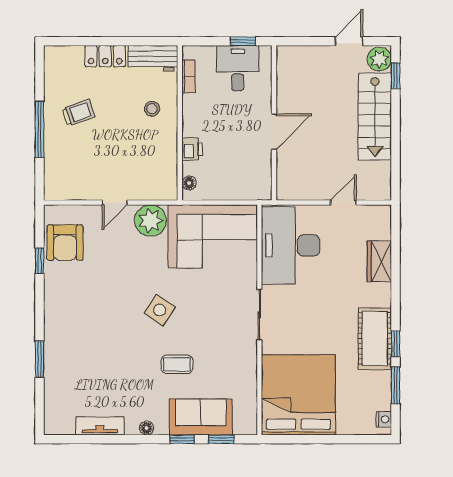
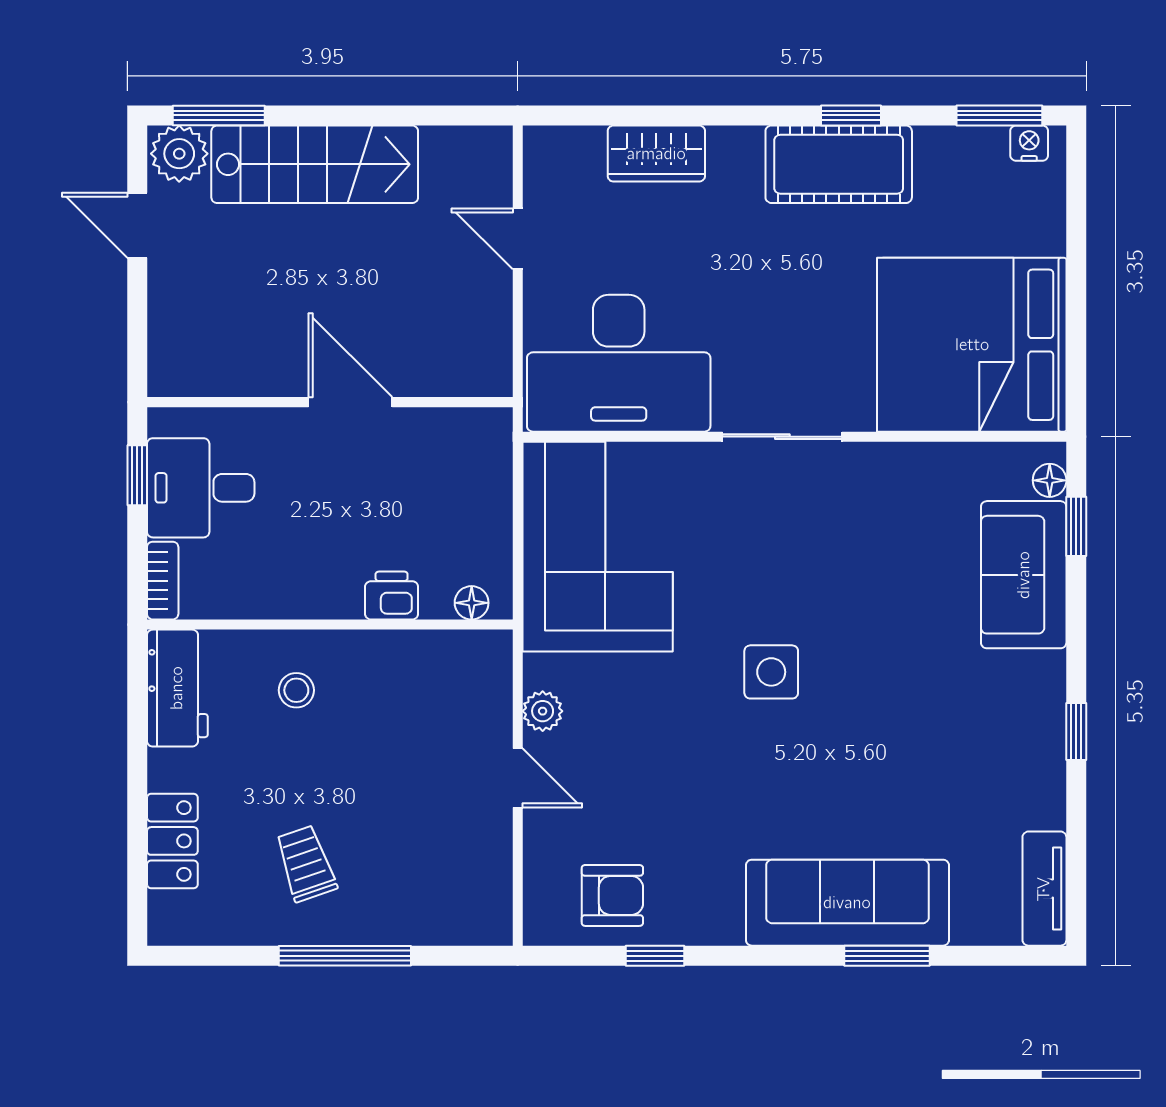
locker: (105, 56) -> (172, 841), moved
window: (396, 76) -> (219, 115), width x1.50
bookcase: (188, 77) -> (163, 581), moved, turned 90
plant: (150, 220) -> (543, 711), width x0.53, depth x0.53
armchair: (65, 243) -> (612, 895), width x0.72, depth x0.72
side table: (160, 310) -> (771, 672), turned -34
sofa: (62, 342) -> (847, 903), added
coffee table: (177, 364) -> (899, 631), removed
window: (396, 385) -> (999, 115), moved
tv unit: (100, 426) -> (1044, 889), moved
floor lamp: (147, 428) -> (1050, 480), moved
window: (182, 439) -> (1076, 732), moved

